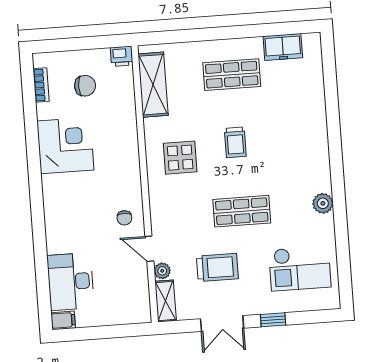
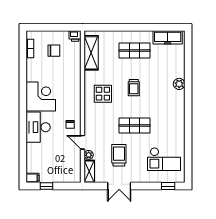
freezer: (283, 47) -> (168, 37), width x1.40
corner desk: (65, 145) -> (41, 97), moved
plant: (323, 203) -> (179, 84), moved
trolley: (217, 267) -> (119, 155), turned -90
desk: (71, 282) -> (38, 127), moved
window: (273, 320) -> (168, 186), moved
window: (90, 333) -> (46, 186), added

